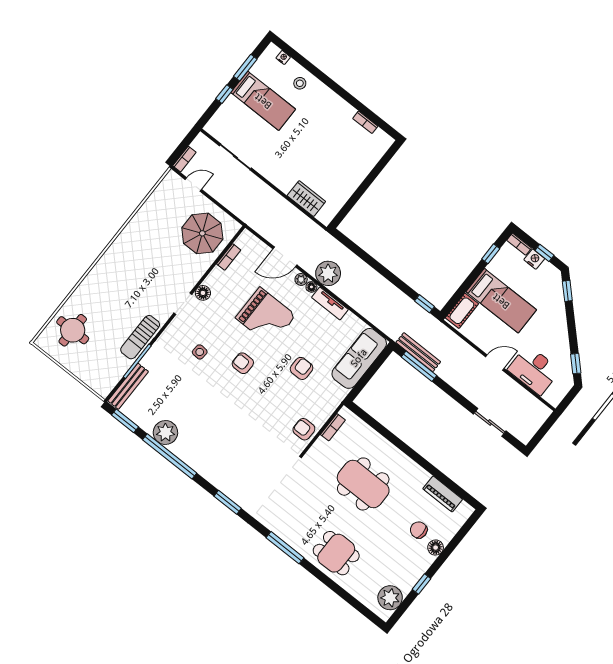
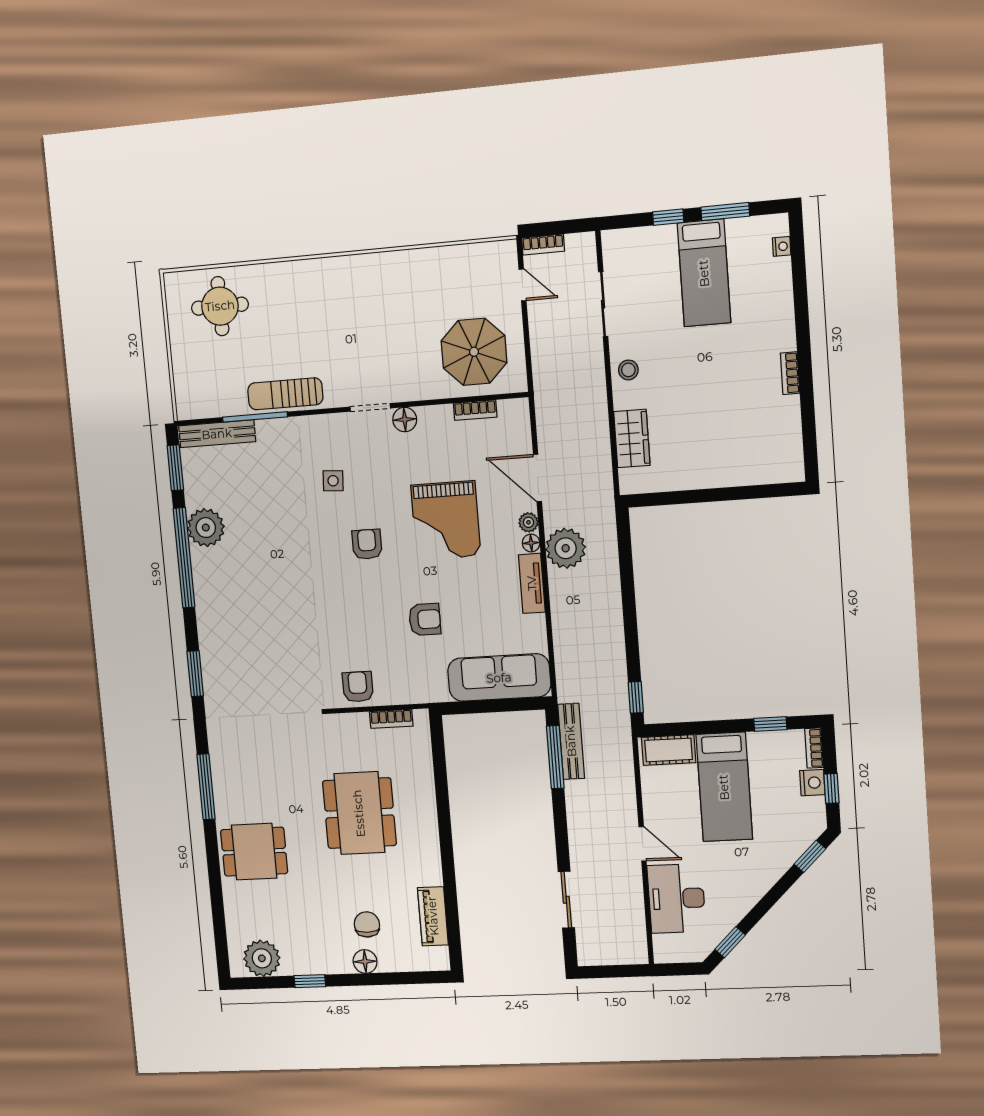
stool: (300, 83) -> (628, 370), moved
bookcase: (365, 122) -> (790, 373), moved
dining table: (336, 553) -> (254, 852), turned 90

